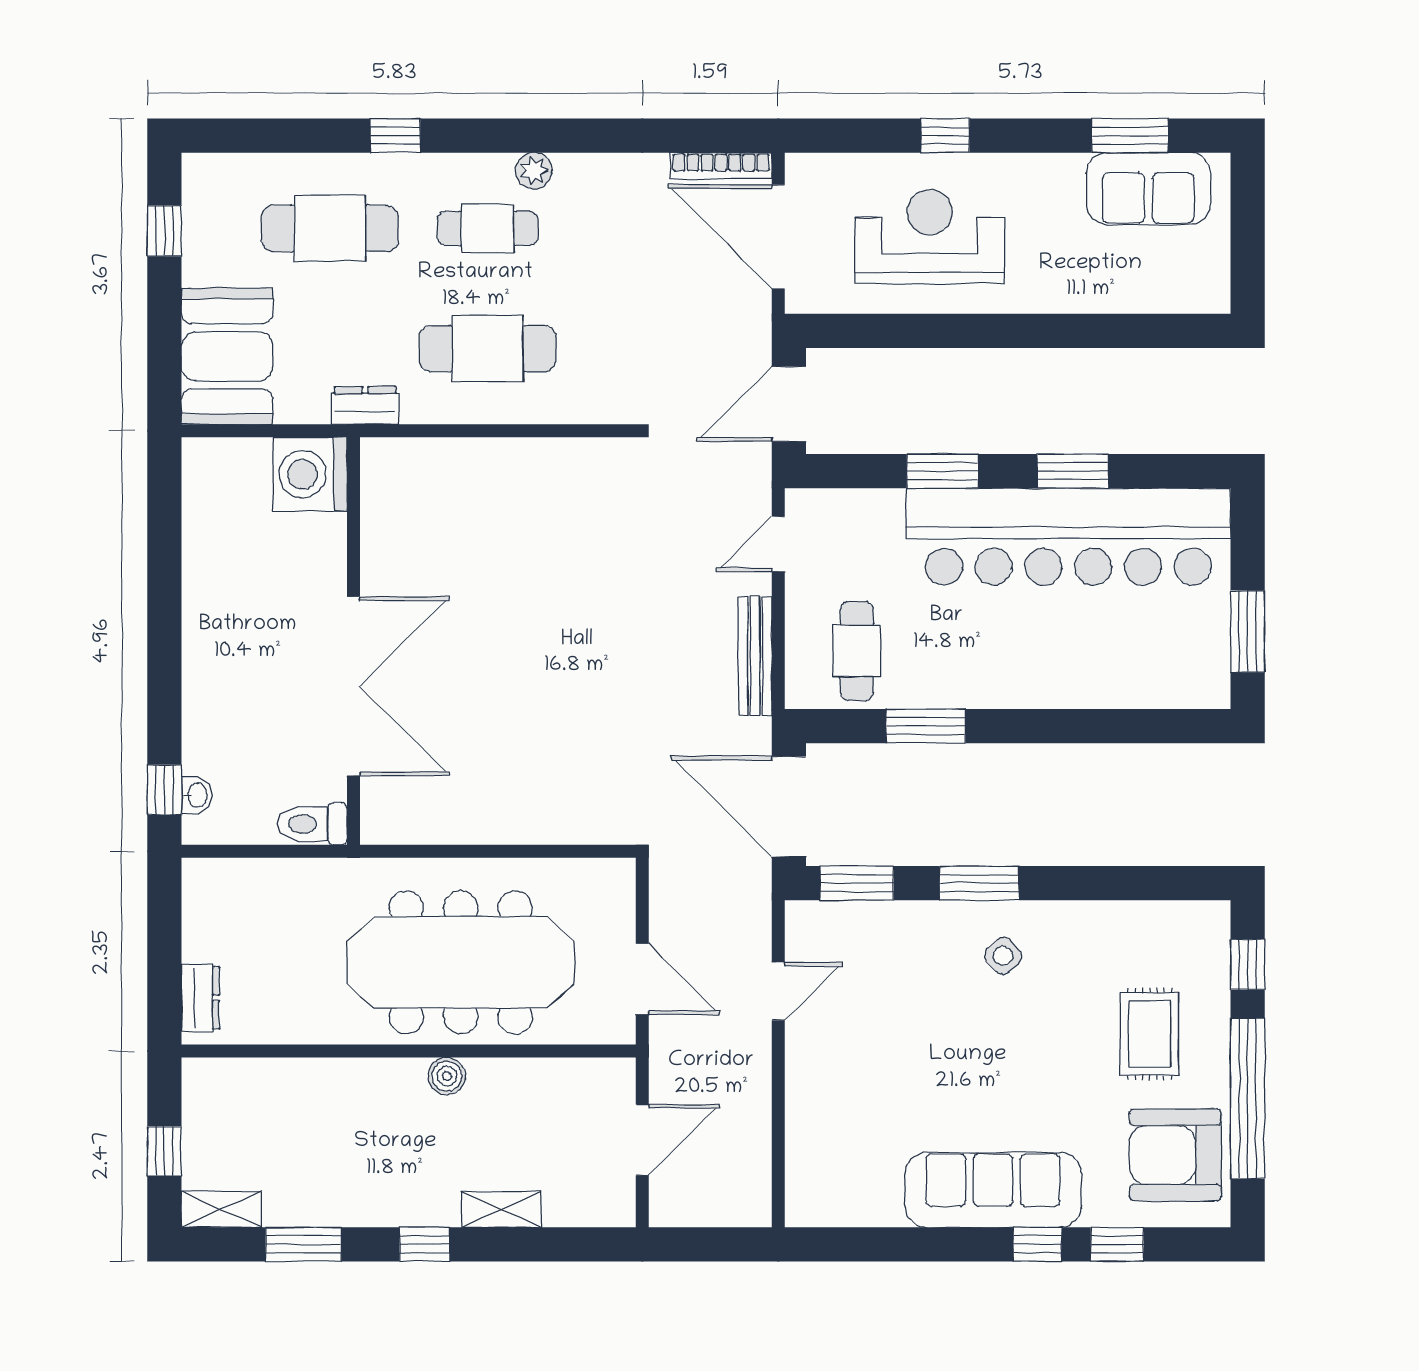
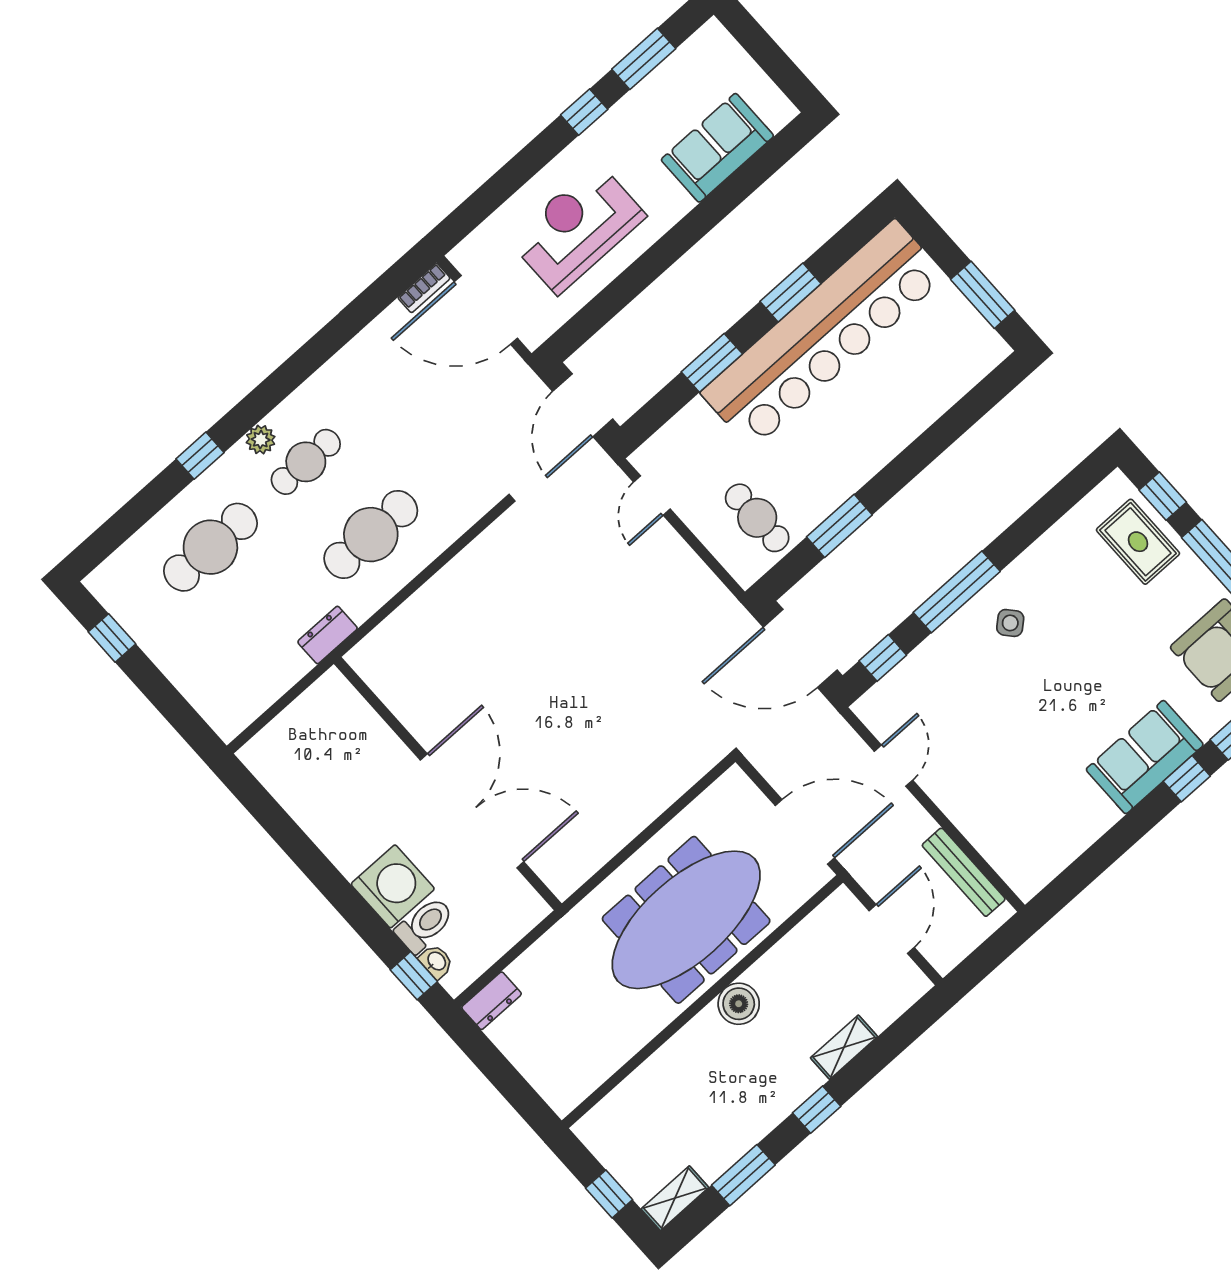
window: (945, 136) -> (584, 112), moved
bookcase: (721, 166) -> (424, 288), width x0.64
plant: (534, 171) -> (261, 440), moved
sofa: (1148, 189) -> (717, 148), moved, turned 180
booth: (227, 356) -> (218, 680), removed
washing machine: (310, 474) -> (393, 886), moved, turned 180
bench: (755, 656) -> (964, 872), moved
toilet: (312, 824) -> (425, 925), moved, turned 180
window: (857, 883) -> (883, 658), width x0.67
window: (979, 883) -> (957, 592), width x1.44
door: (642, 979) -> (805, 832), width x1.36
dresser: (200, 998) -> (492, 1001), moved, turned 90
rug: (1150, 1034) -> (1138, 542), moved
boiler: (447, 1076) -> (739, 1004), width x1.36, depth x1.36
sofa: (993, 1190) -> (1145, 757), width x0.73

